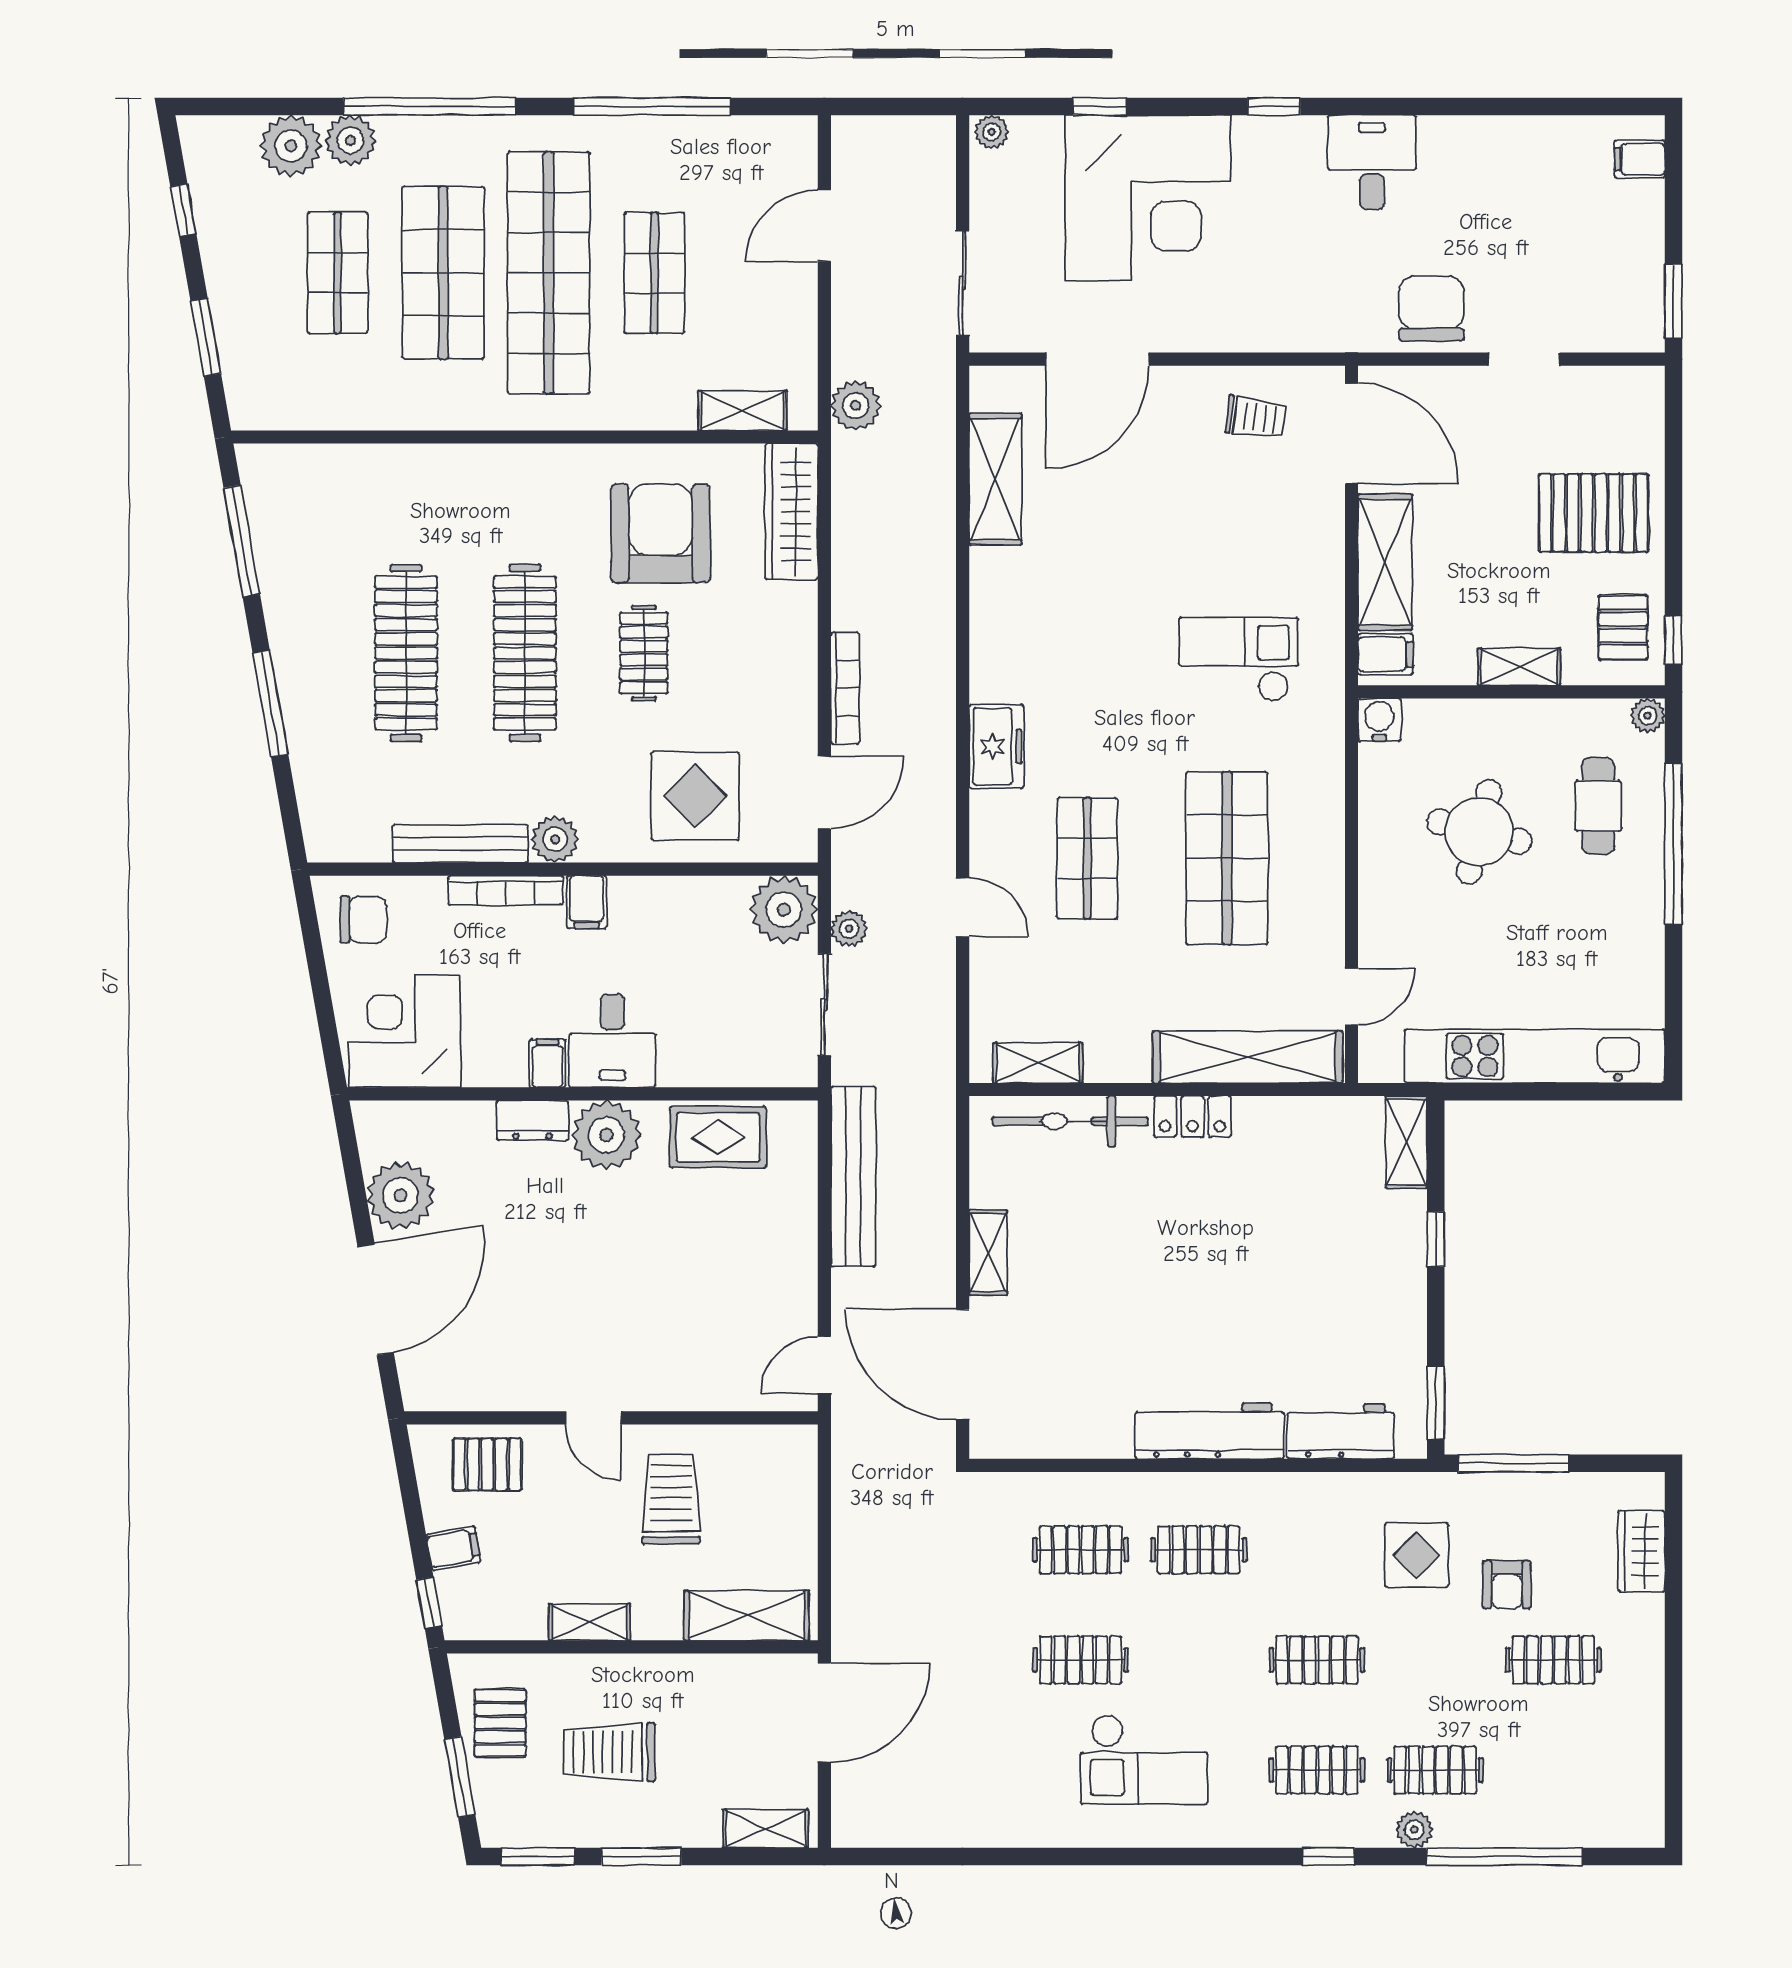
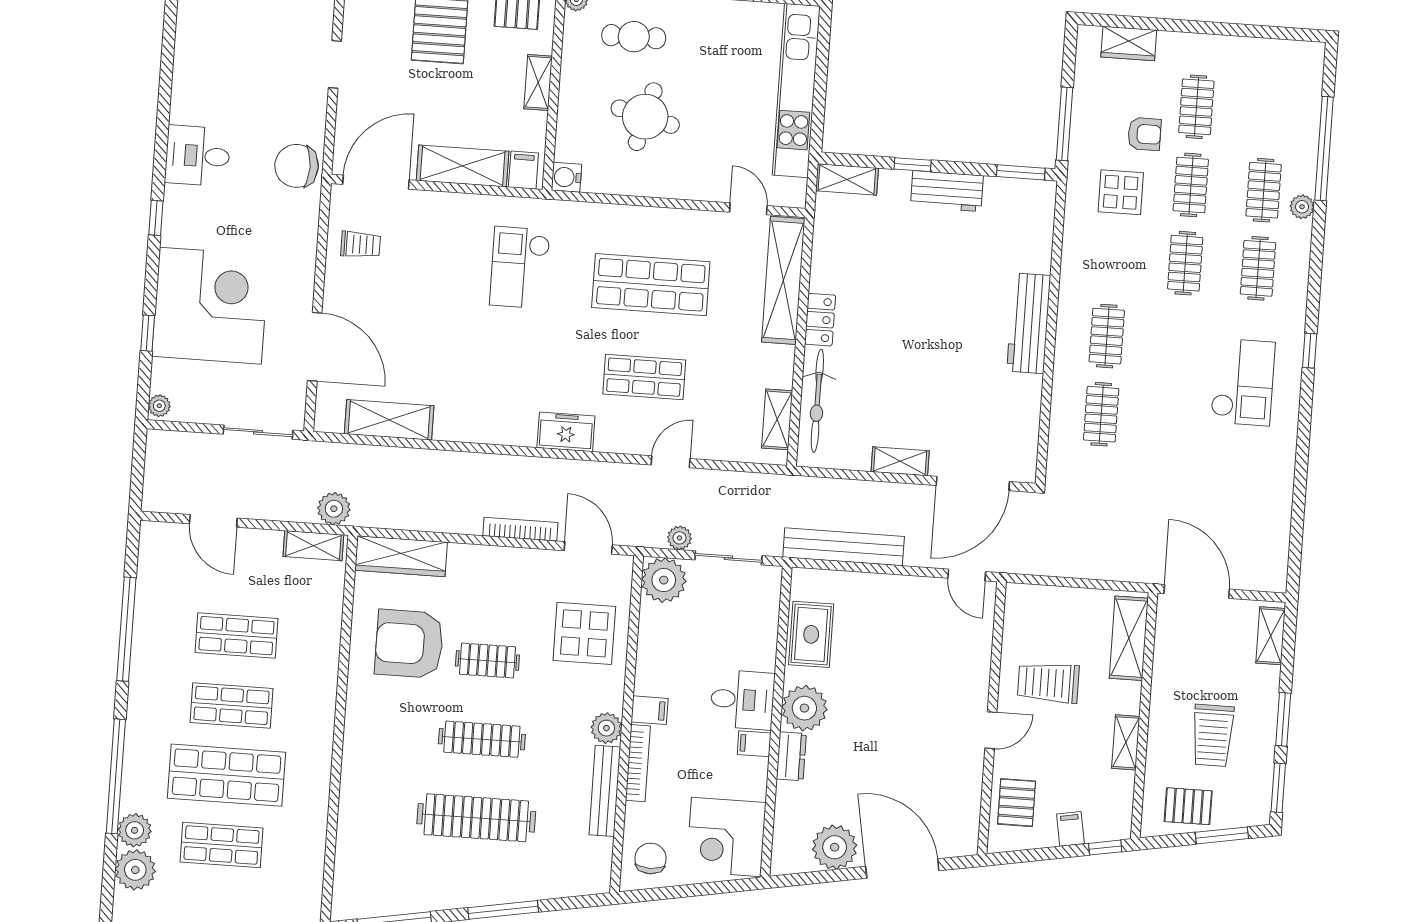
shop shelf: (549, 273) -> (232, 705), width x0.50, depth x0.74
chair: (1431, 309) -> (297, 166), moved
shelving: (743, 411) -> (313, 546), moved, turned 90
trolley: (1256, 417) -> (361, 245), turned 83
clothes rail: (525, 653) -> (482, 739), width x0.73, depth x0.76
workbench: (1341, 1431) -> (947, 191), moved, turned -90
clothes rail: (1081, 1660) -> (1191, 185), moved
window: (1328, 1857) -> (1310, 351), moved

